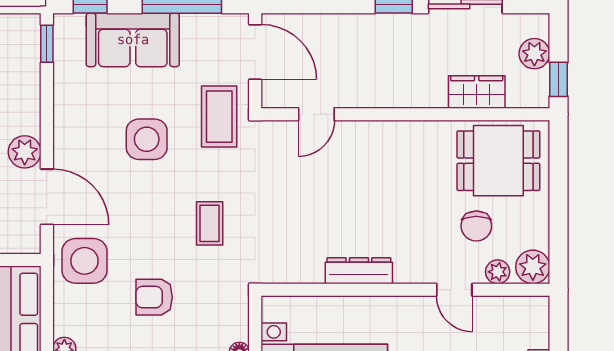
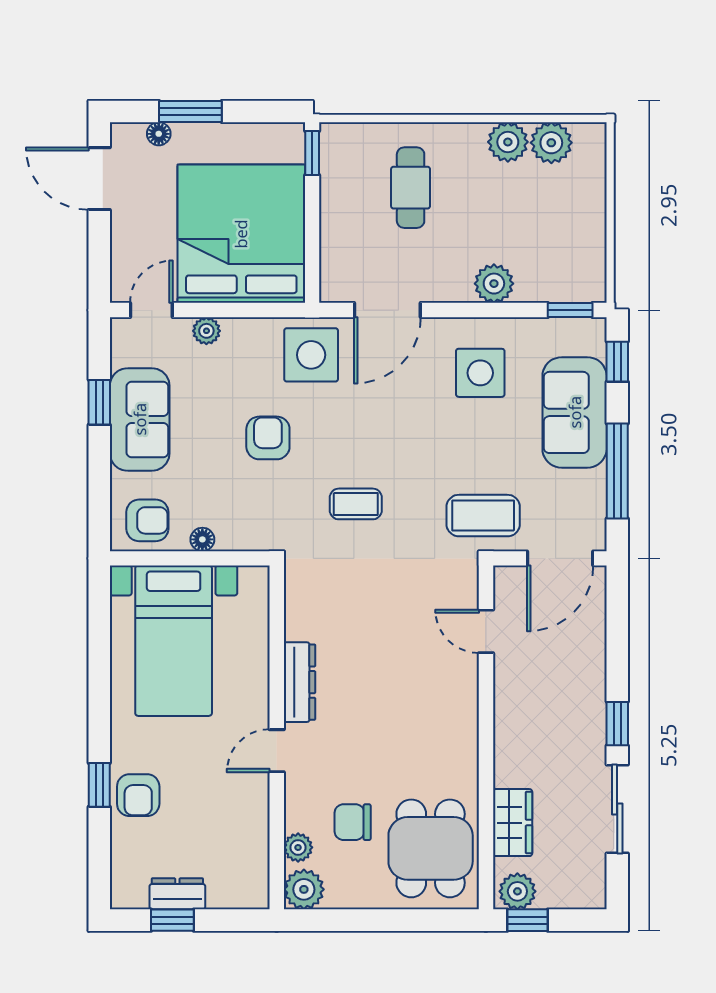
plant: (534, 54) -> (517, 891), moved
side table: (147, 139) -> (480, 373), moved
plant: (25, 152) -> (494, 284), moved
door: (454, 290) -> (277, 751), moved

